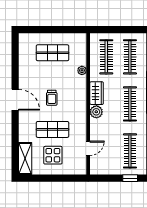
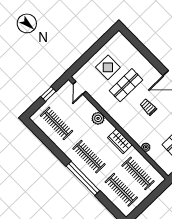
plant: (96, 112) -> (98, 118), moved
door: (88, 148) -> (79, 88), moved
shelving: (25, 158) -> (125, 46), removed
window: (130, 178) -> (48, 94), moved

